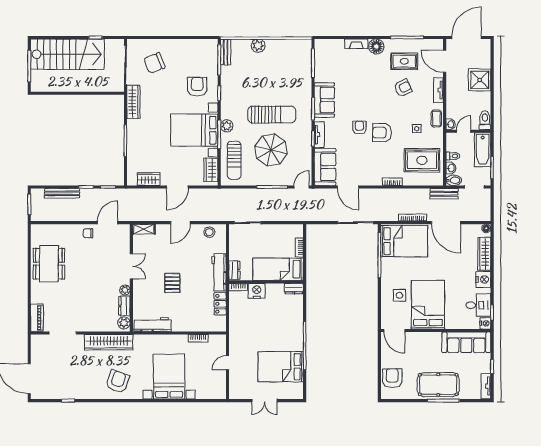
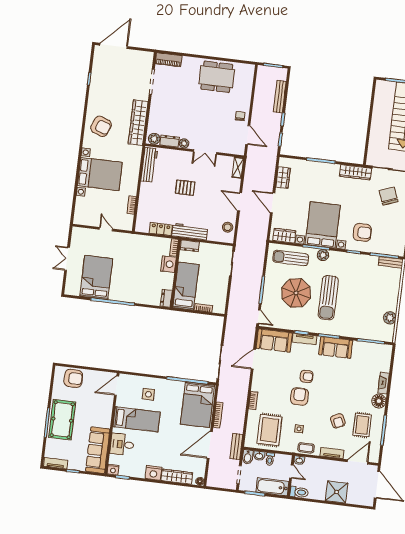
plant: (258, 46) -> (390, 318), moved
bed: (428, 305) -> (136, 419), width x0.67
desk: (478, 305) -> (122, 444), moved, turned 90

